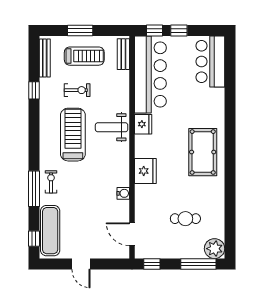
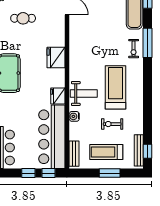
window: (34, 90) -> (148, 151), moved
treadmill: (73, 135) -> (116, 87), turned 180
water cooler: (123, 193) -> (74, 116), moved

